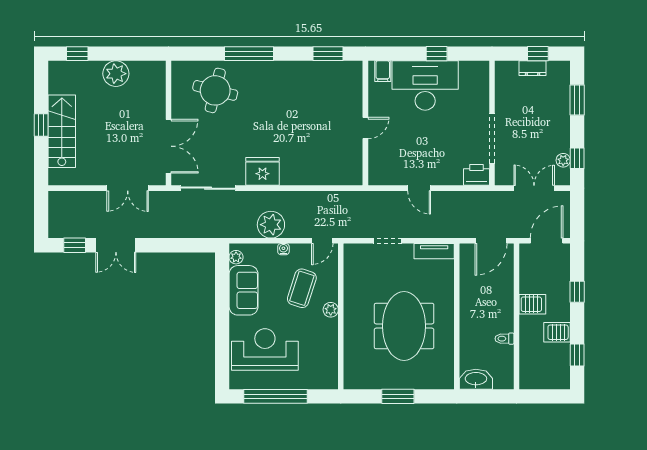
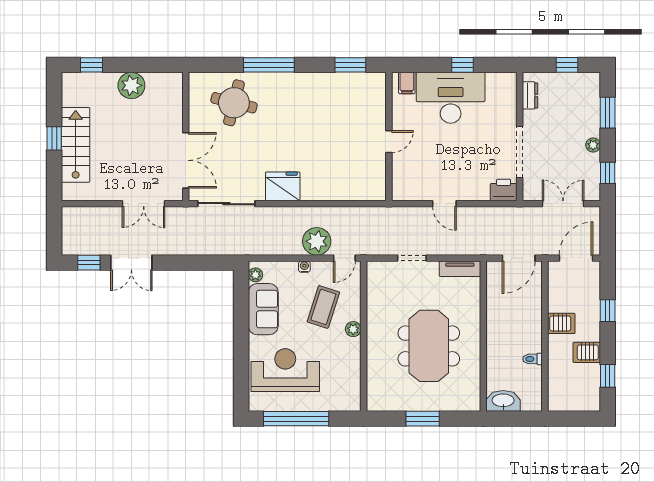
dresser: (533, 68) -> (530, 95), moved, turned -90
plant: (563, 160) -> (593, 145), moved
plant: (271, 225) -> (317, 241), moved

